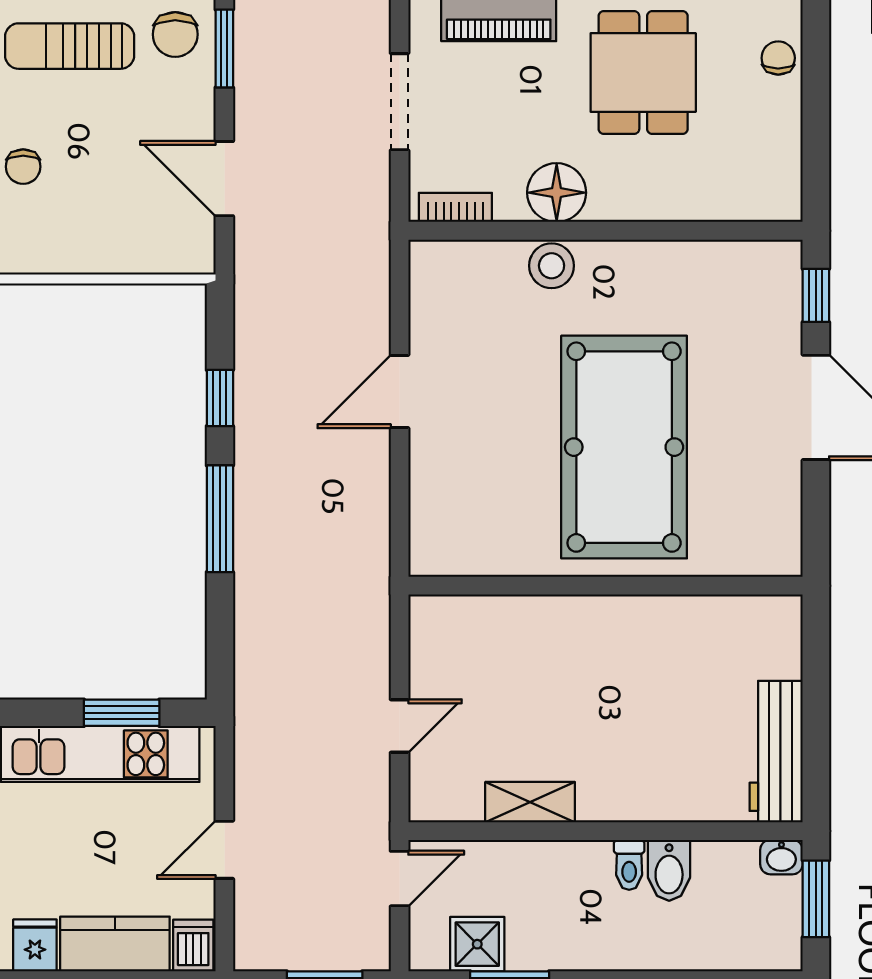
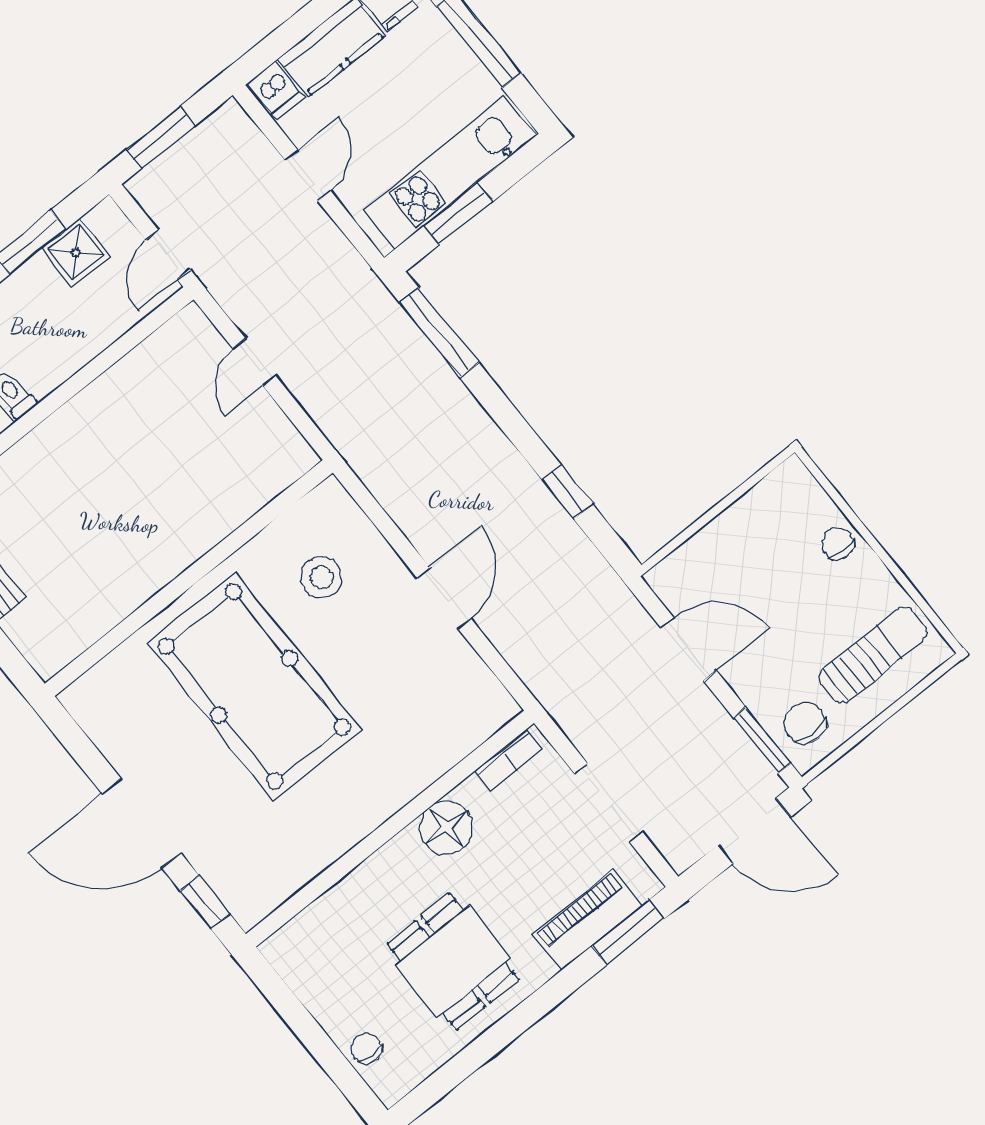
chair: (778, 58) -> (366, 1048), turned 180
stool: (552, 266) -> (321, 577), moved
window: (220, 519) -> (439, 333), moved
shelving: (530, 802) -> (119, 383), removed

